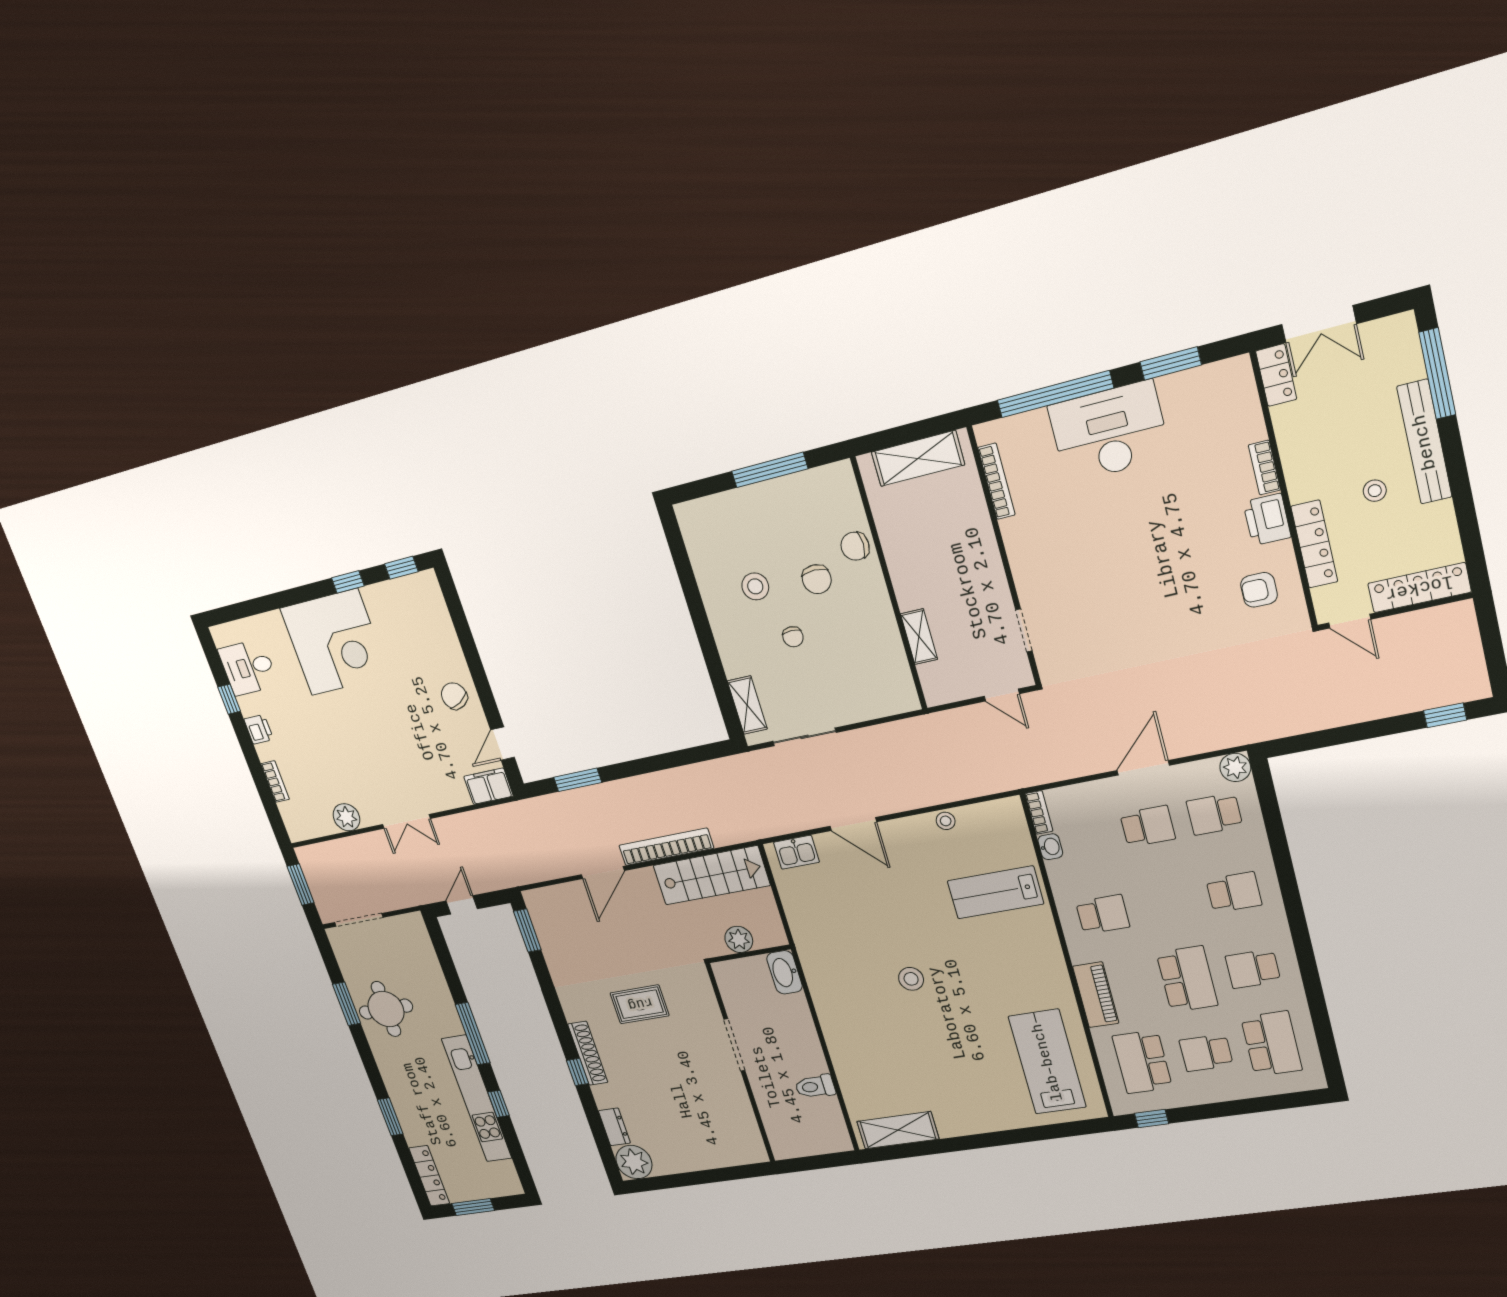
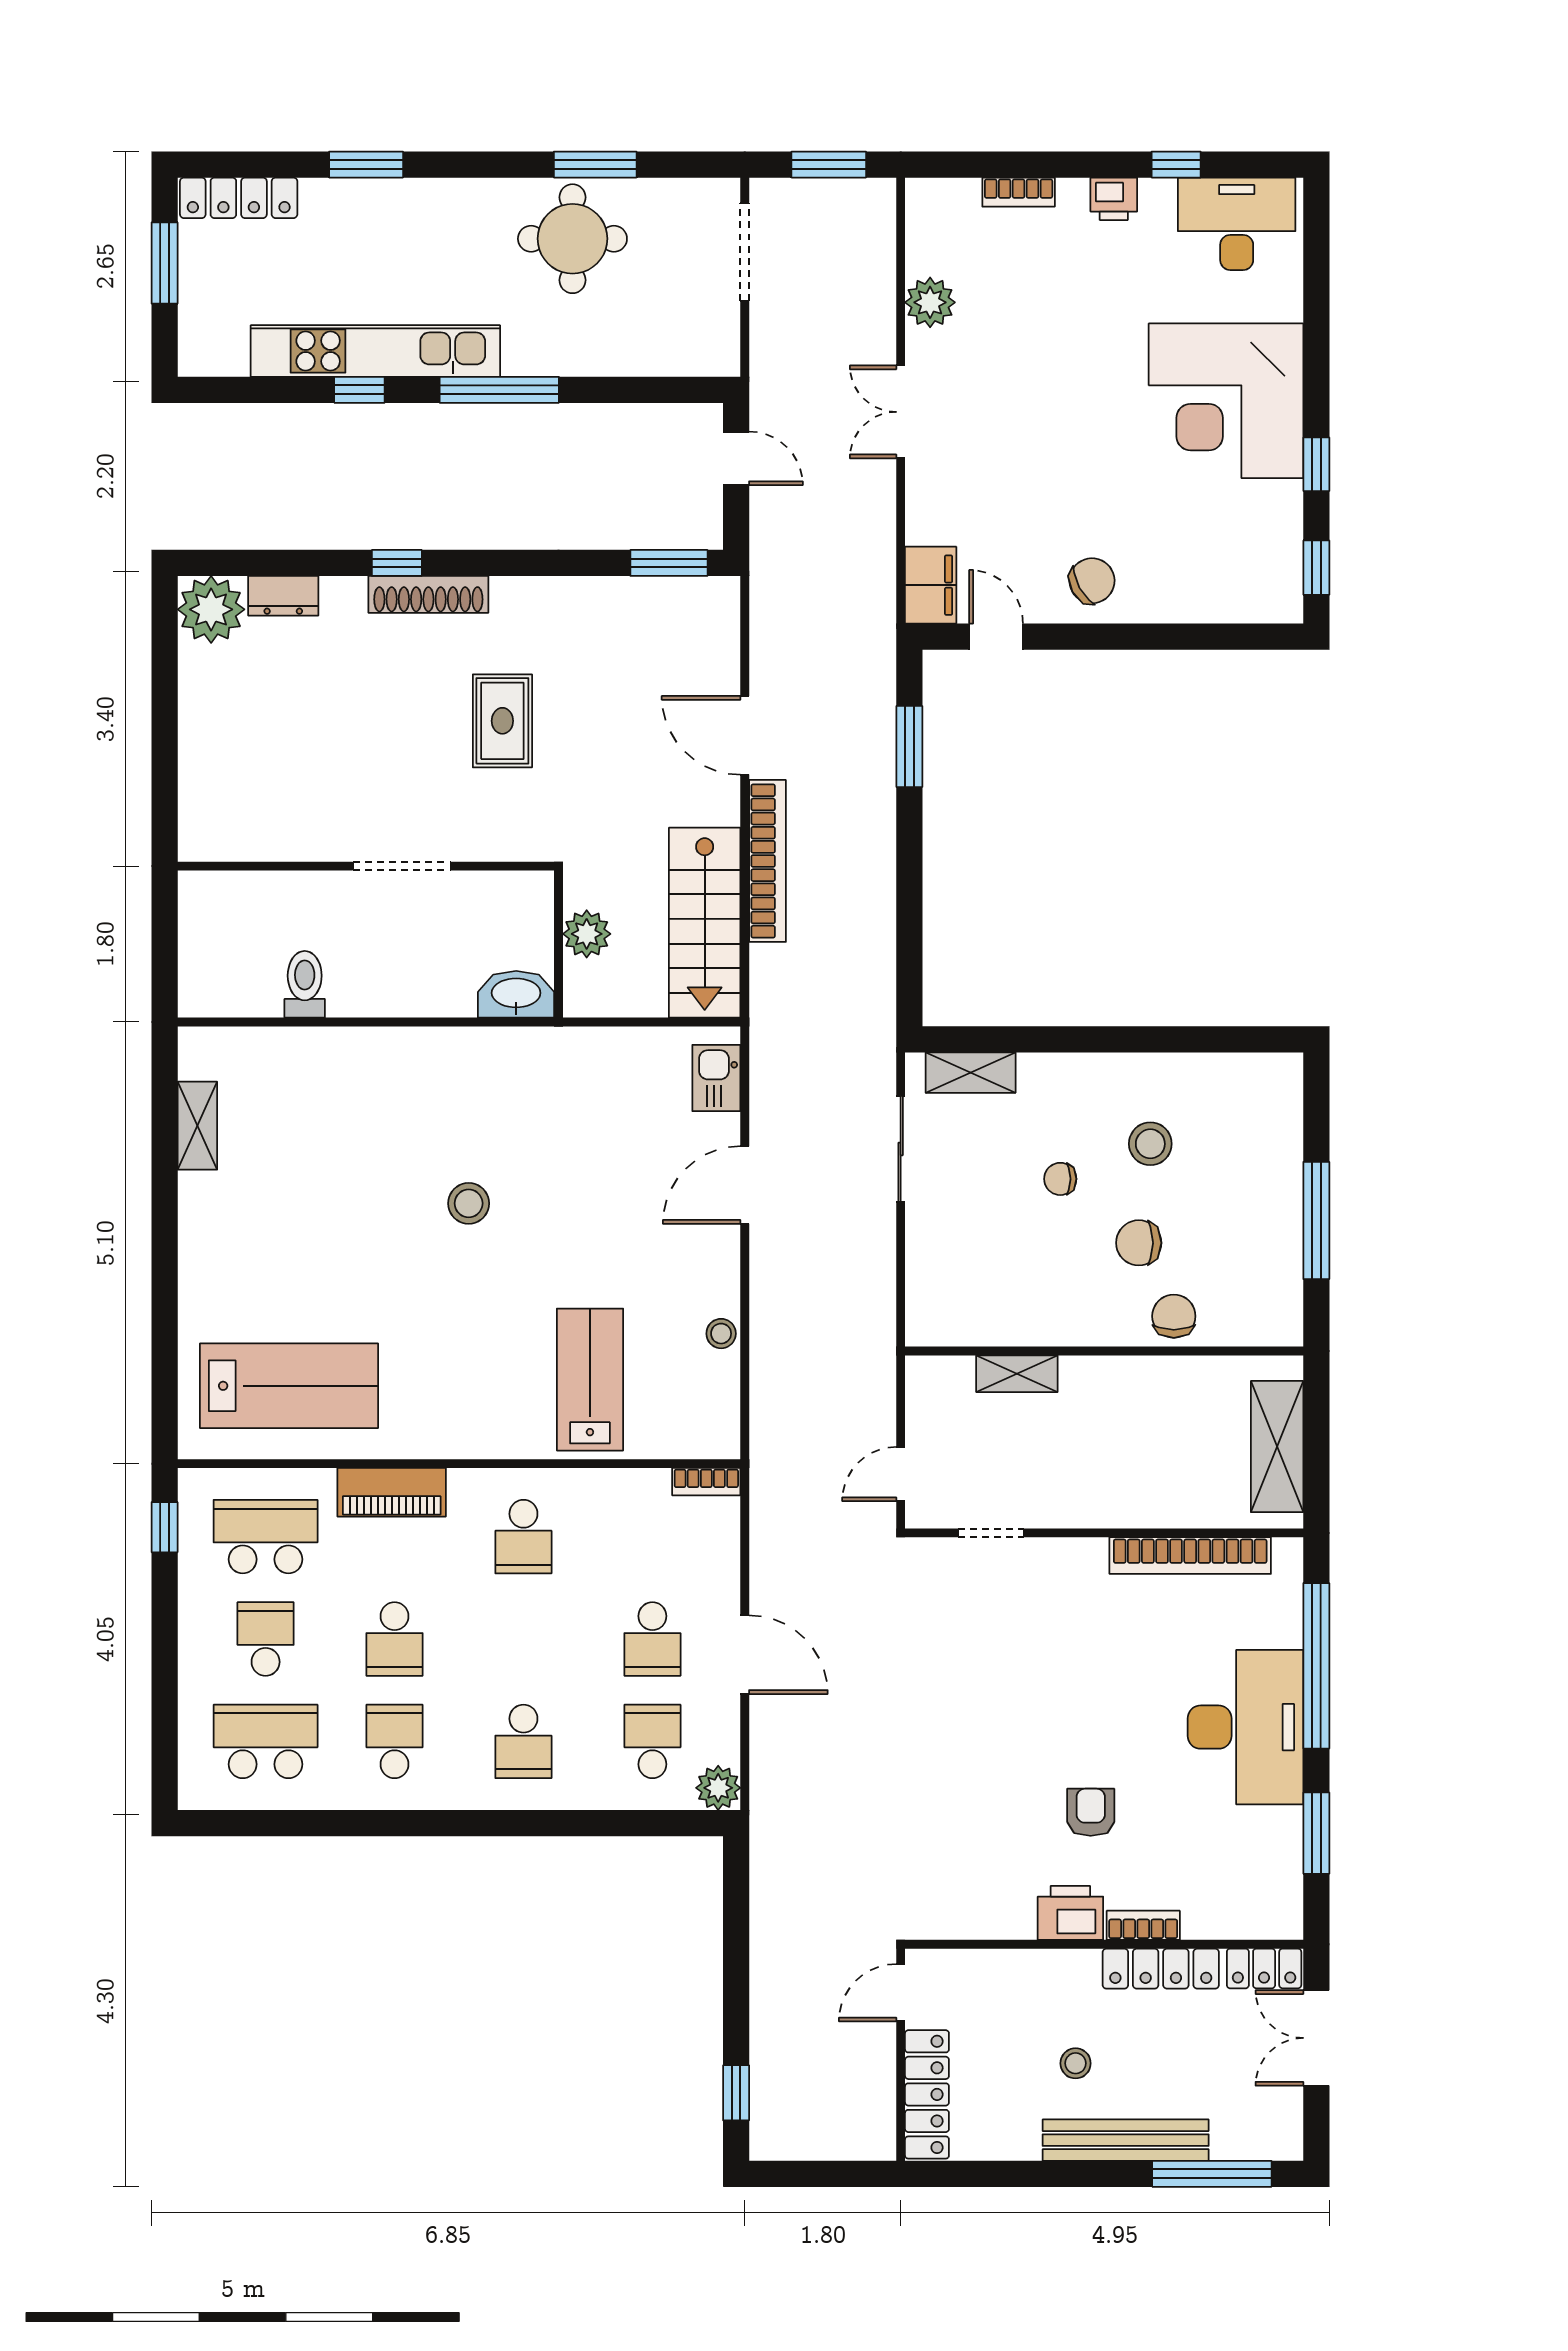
bookcase: (997, 481) -> (1190, 1556), width x1.48, depth x1.31
locker: (1314, 544) -> (1161, 1969), moved
armchair: (1259, 590) -> (1091, 1812), moved
desk: (248, 667) -> (1237, 224), width x1.37
washbasin: (1050, 847) -> (648, 1485), removed
school desk: (1187, 979) -> (395, 1639), width x0.54
school desk: (1271, 1044) -> (266, 1741), turned 180
shelving: (898, 1130) -> (197, 1126), width x0.67, depth x0.75

